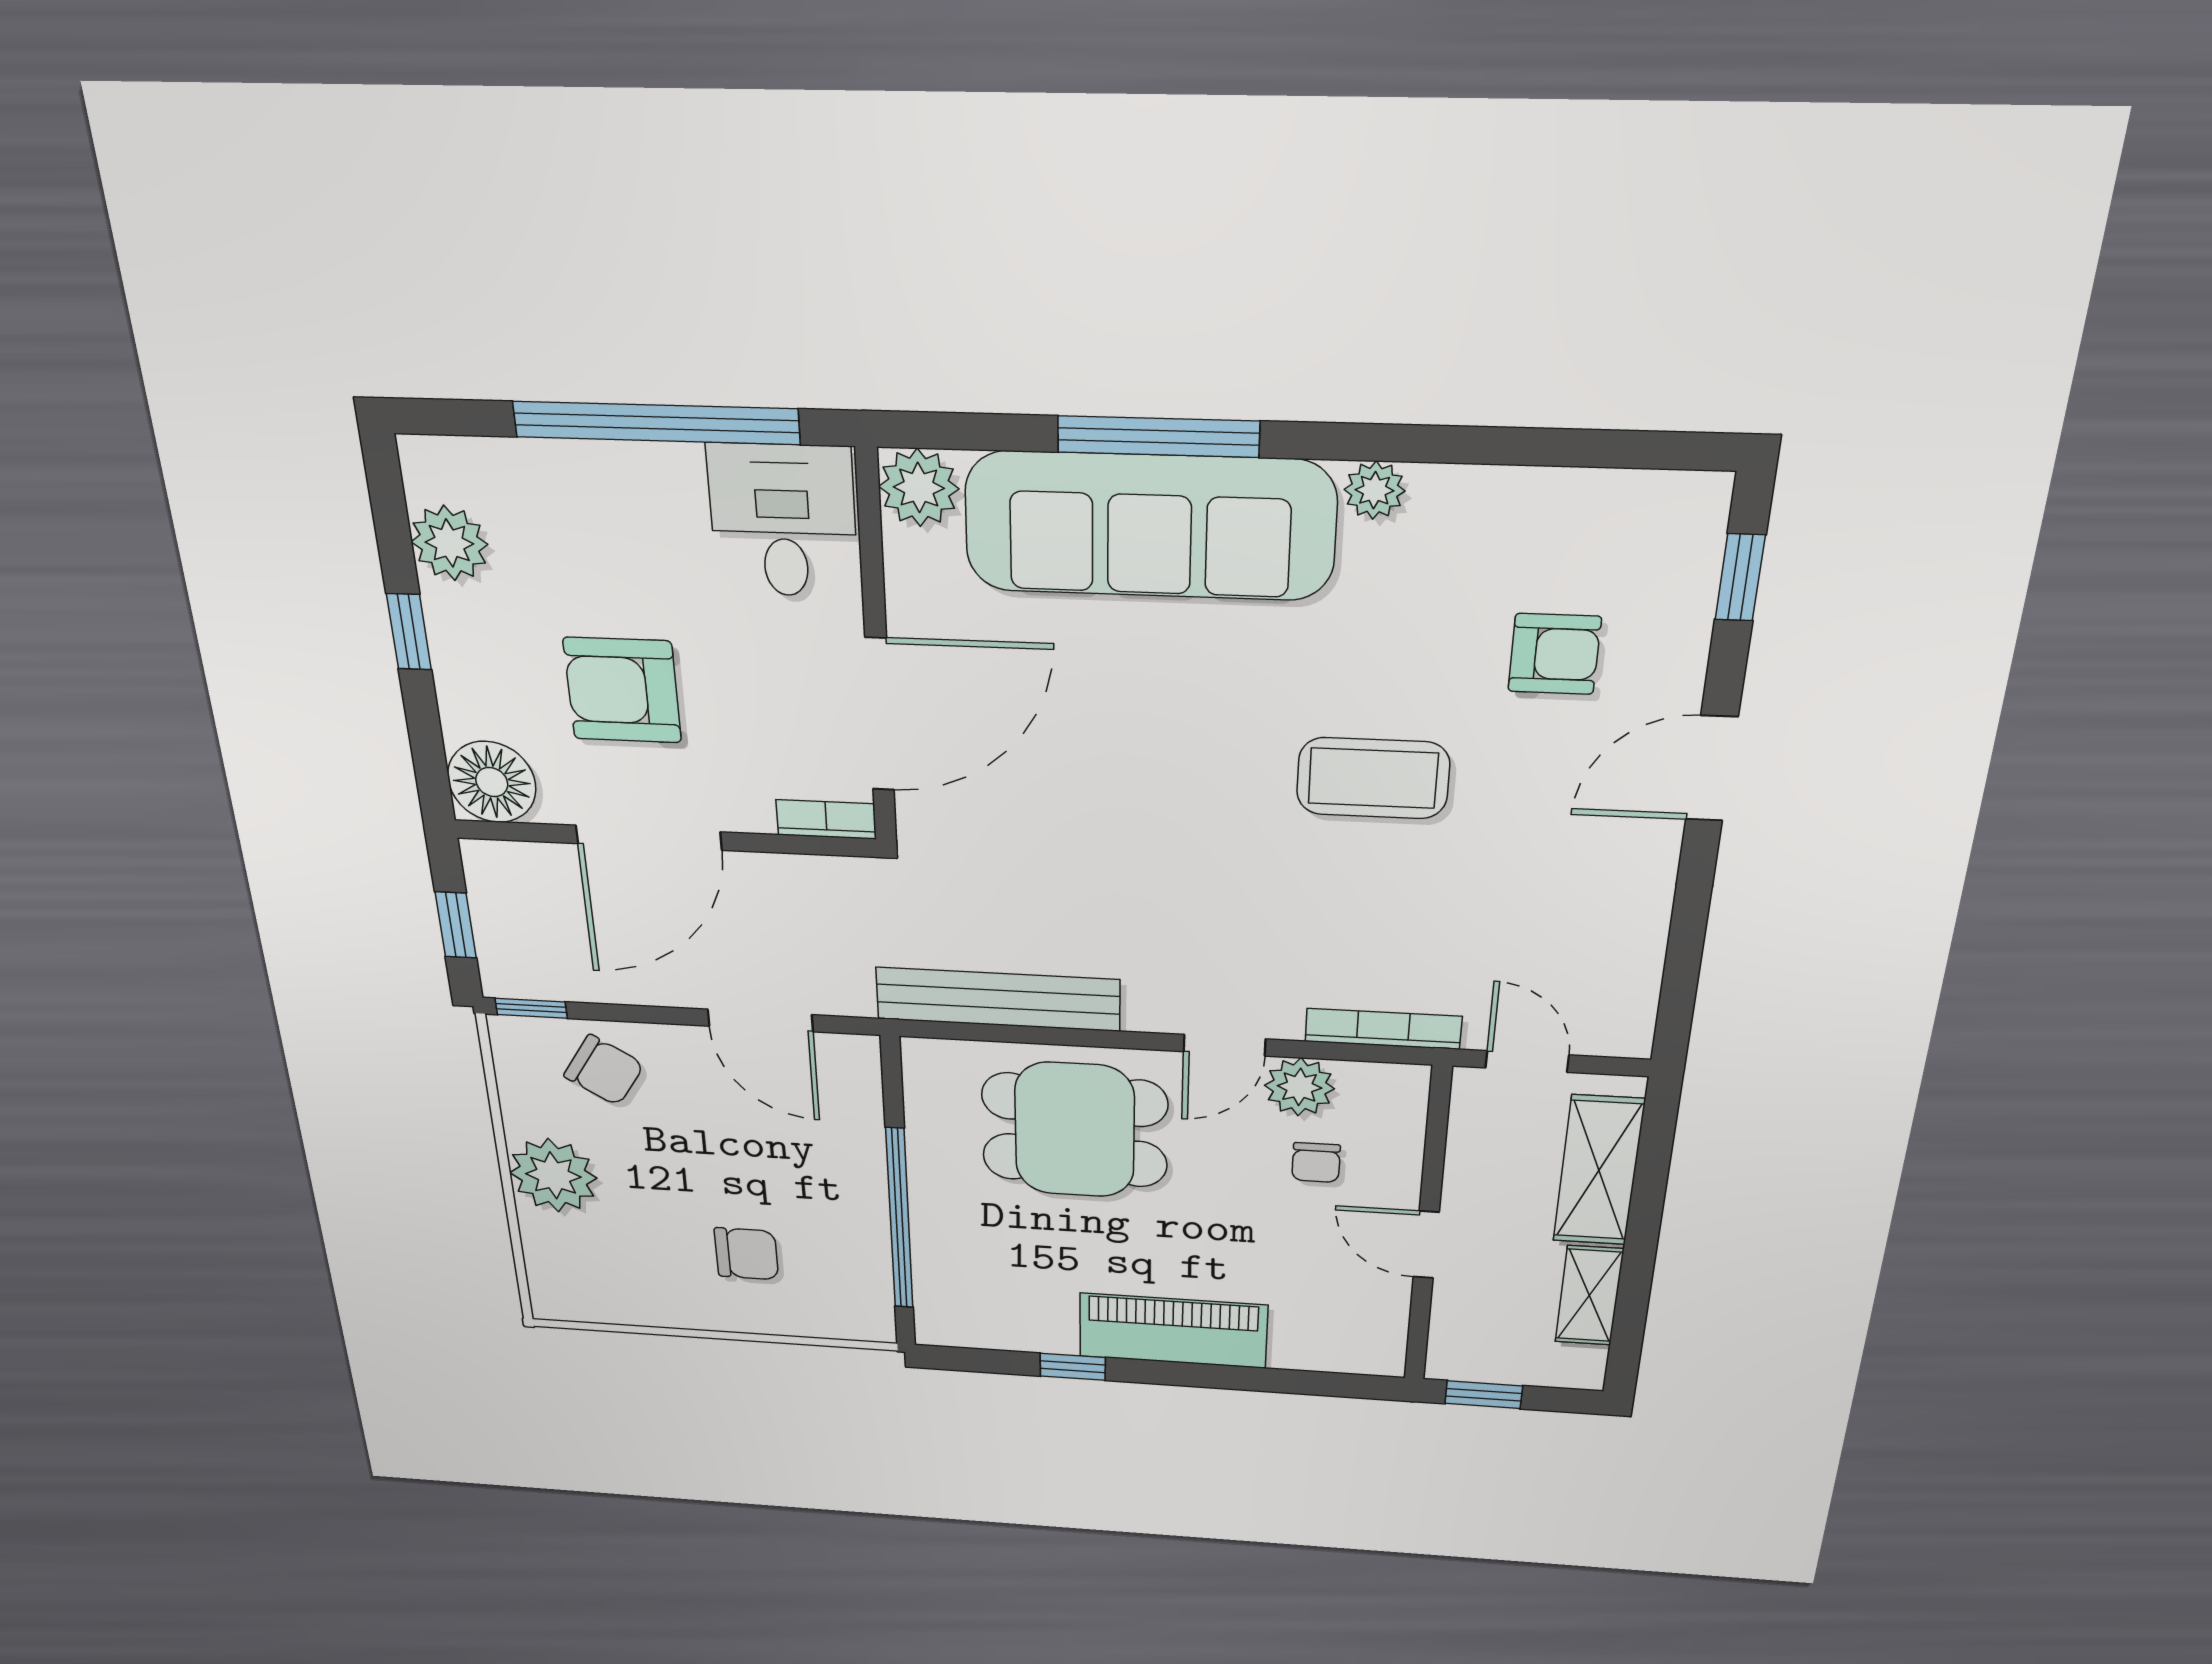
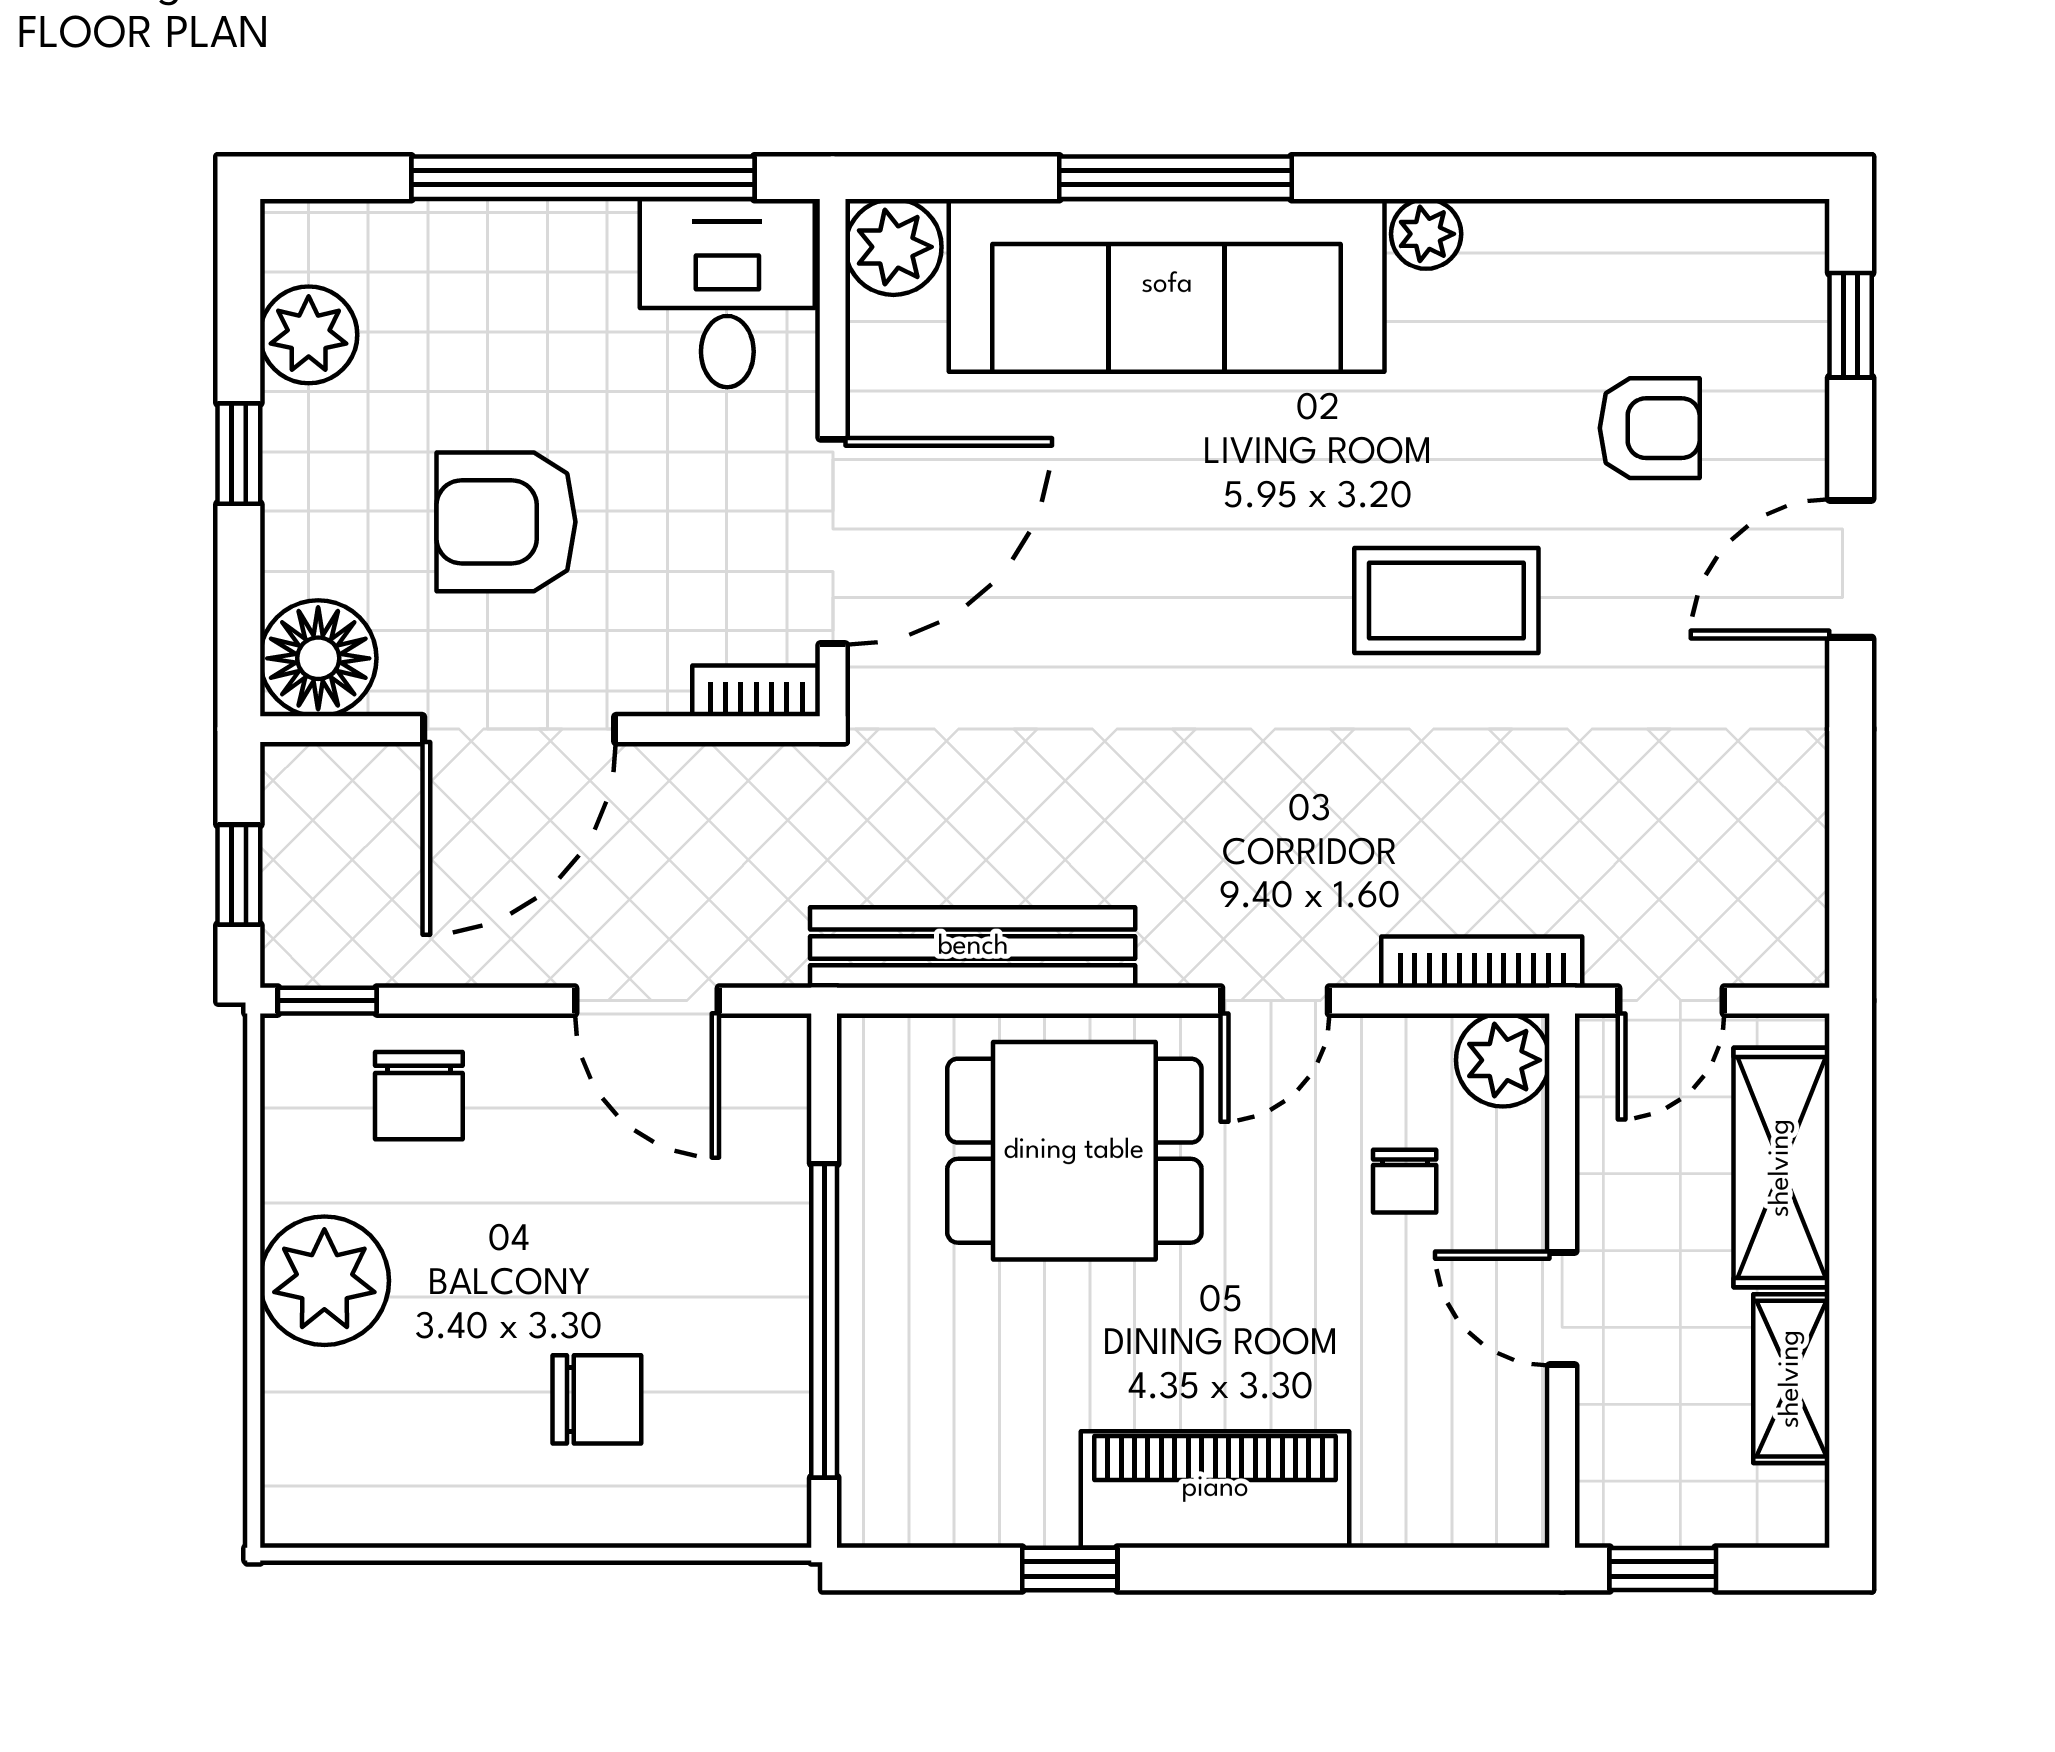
door: (1527, 1061) -> (1671, 1001), swing flipped
chair: (604, 1070) -> (419, 1096), turned 58
plant: (1300, 1087) -> (1503, 1060), moved

